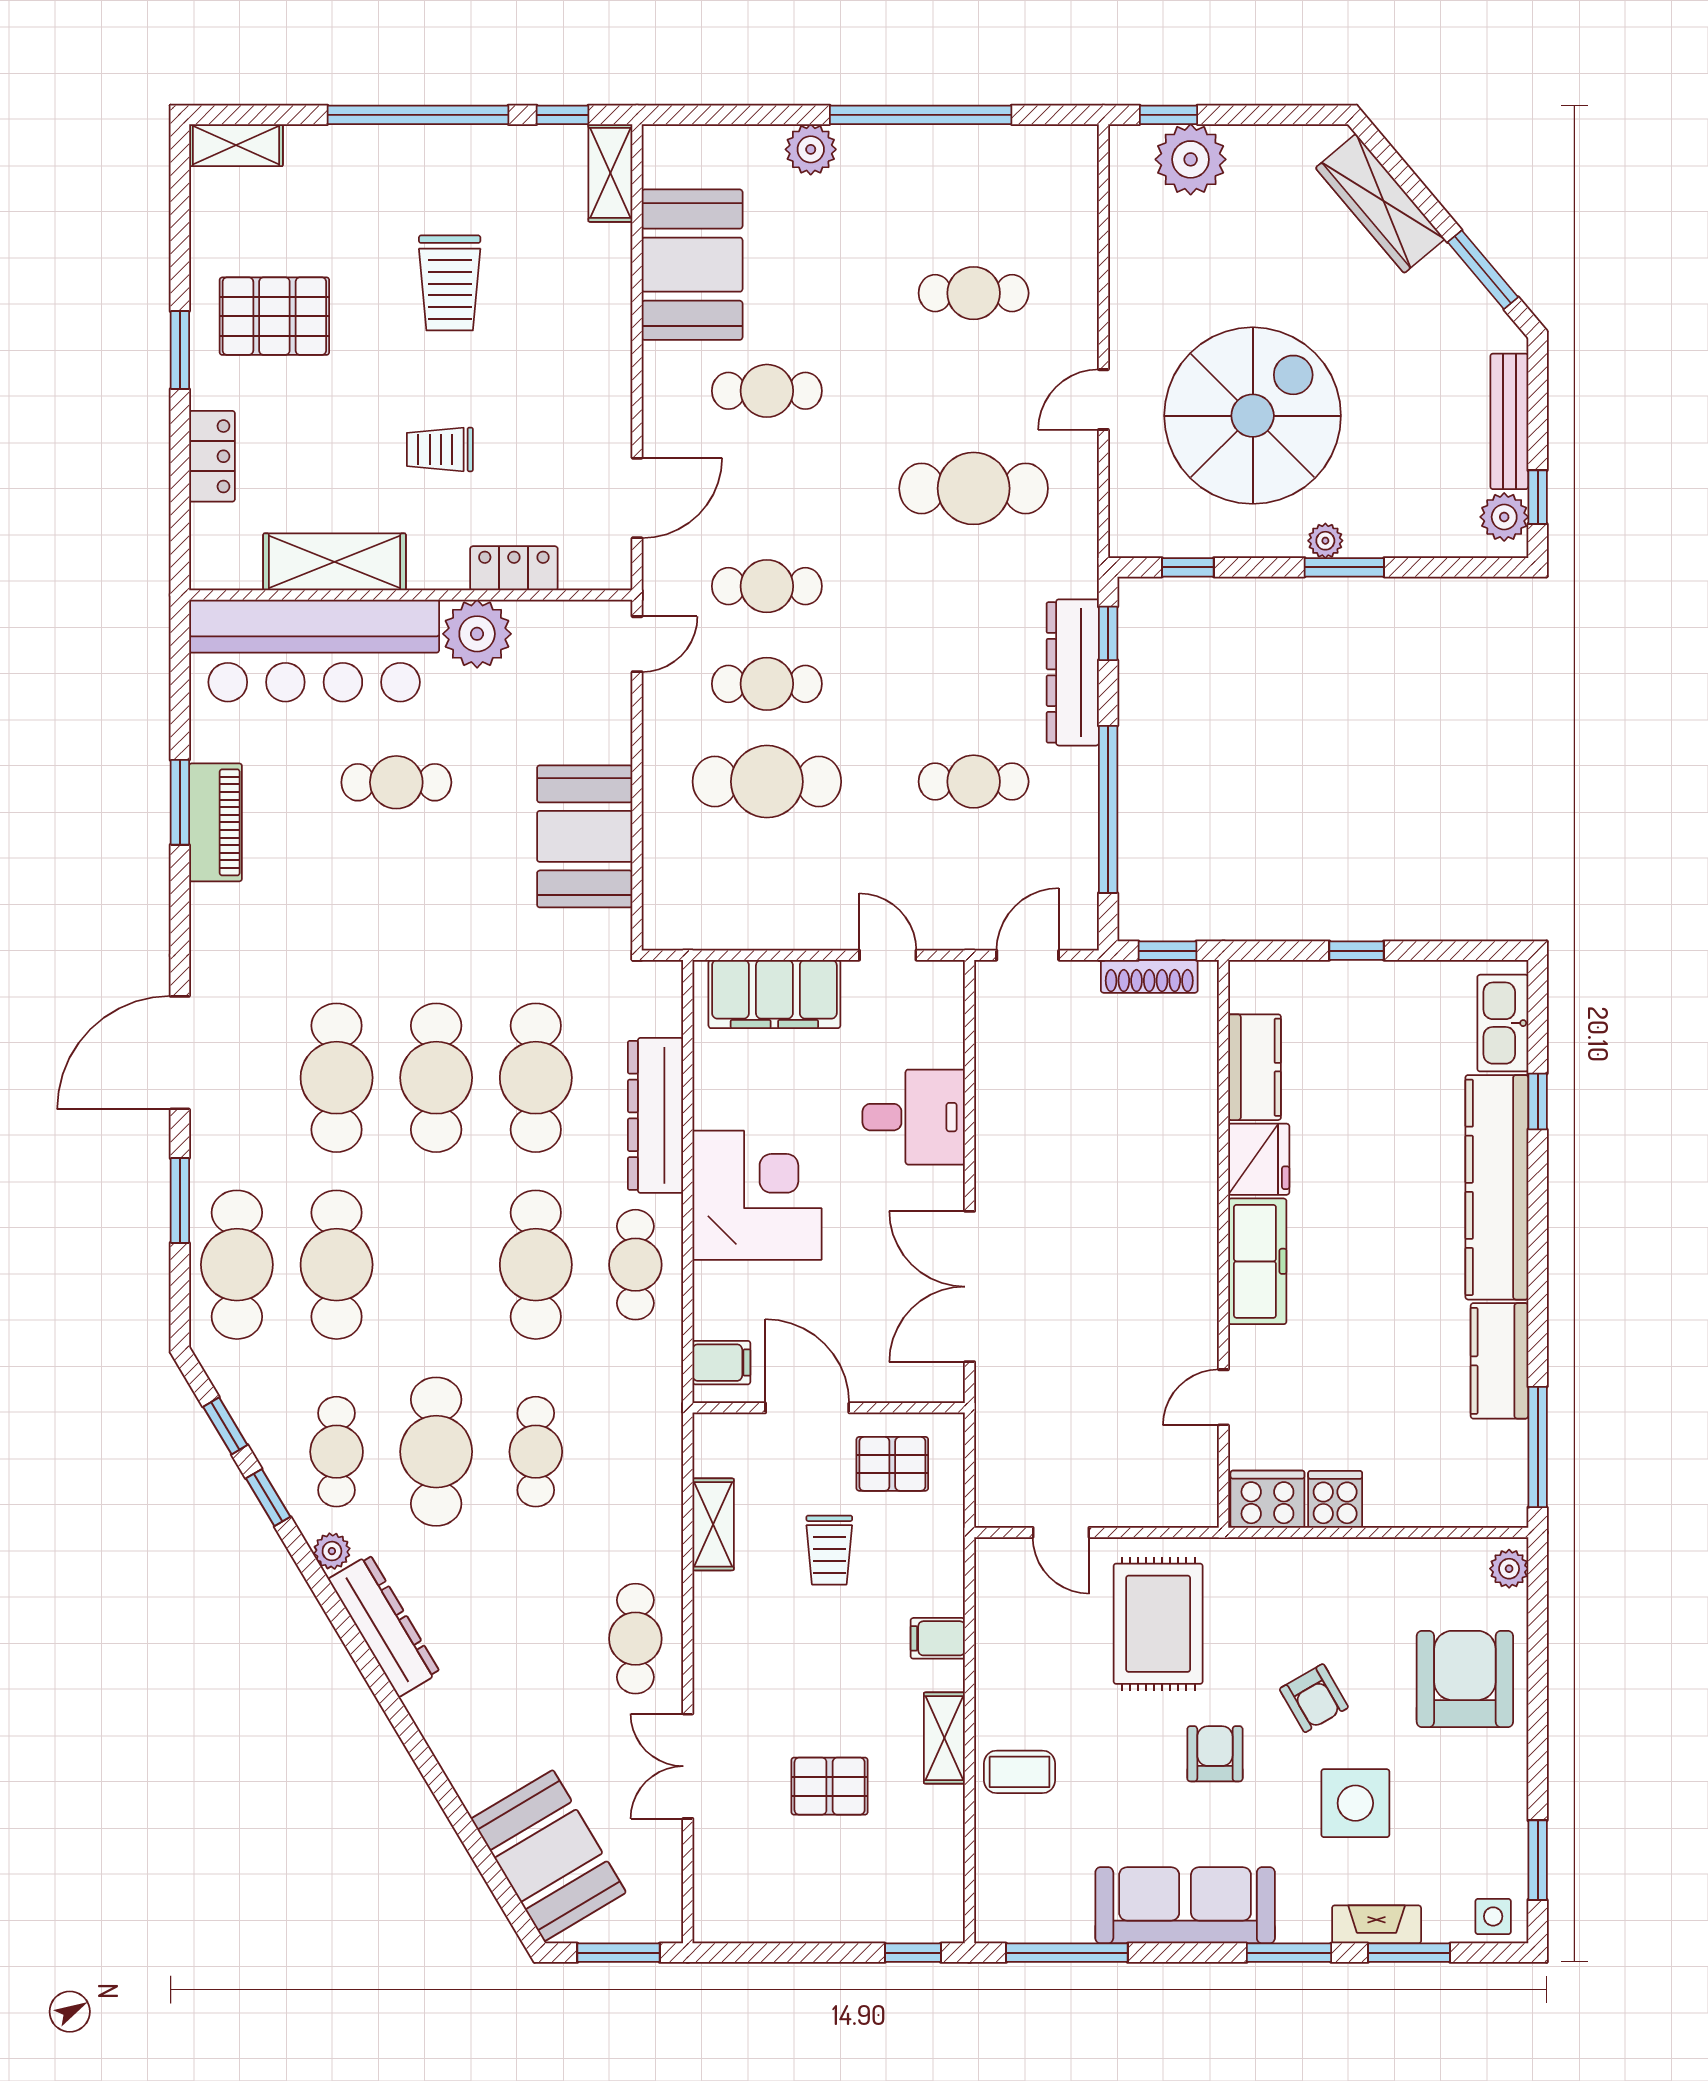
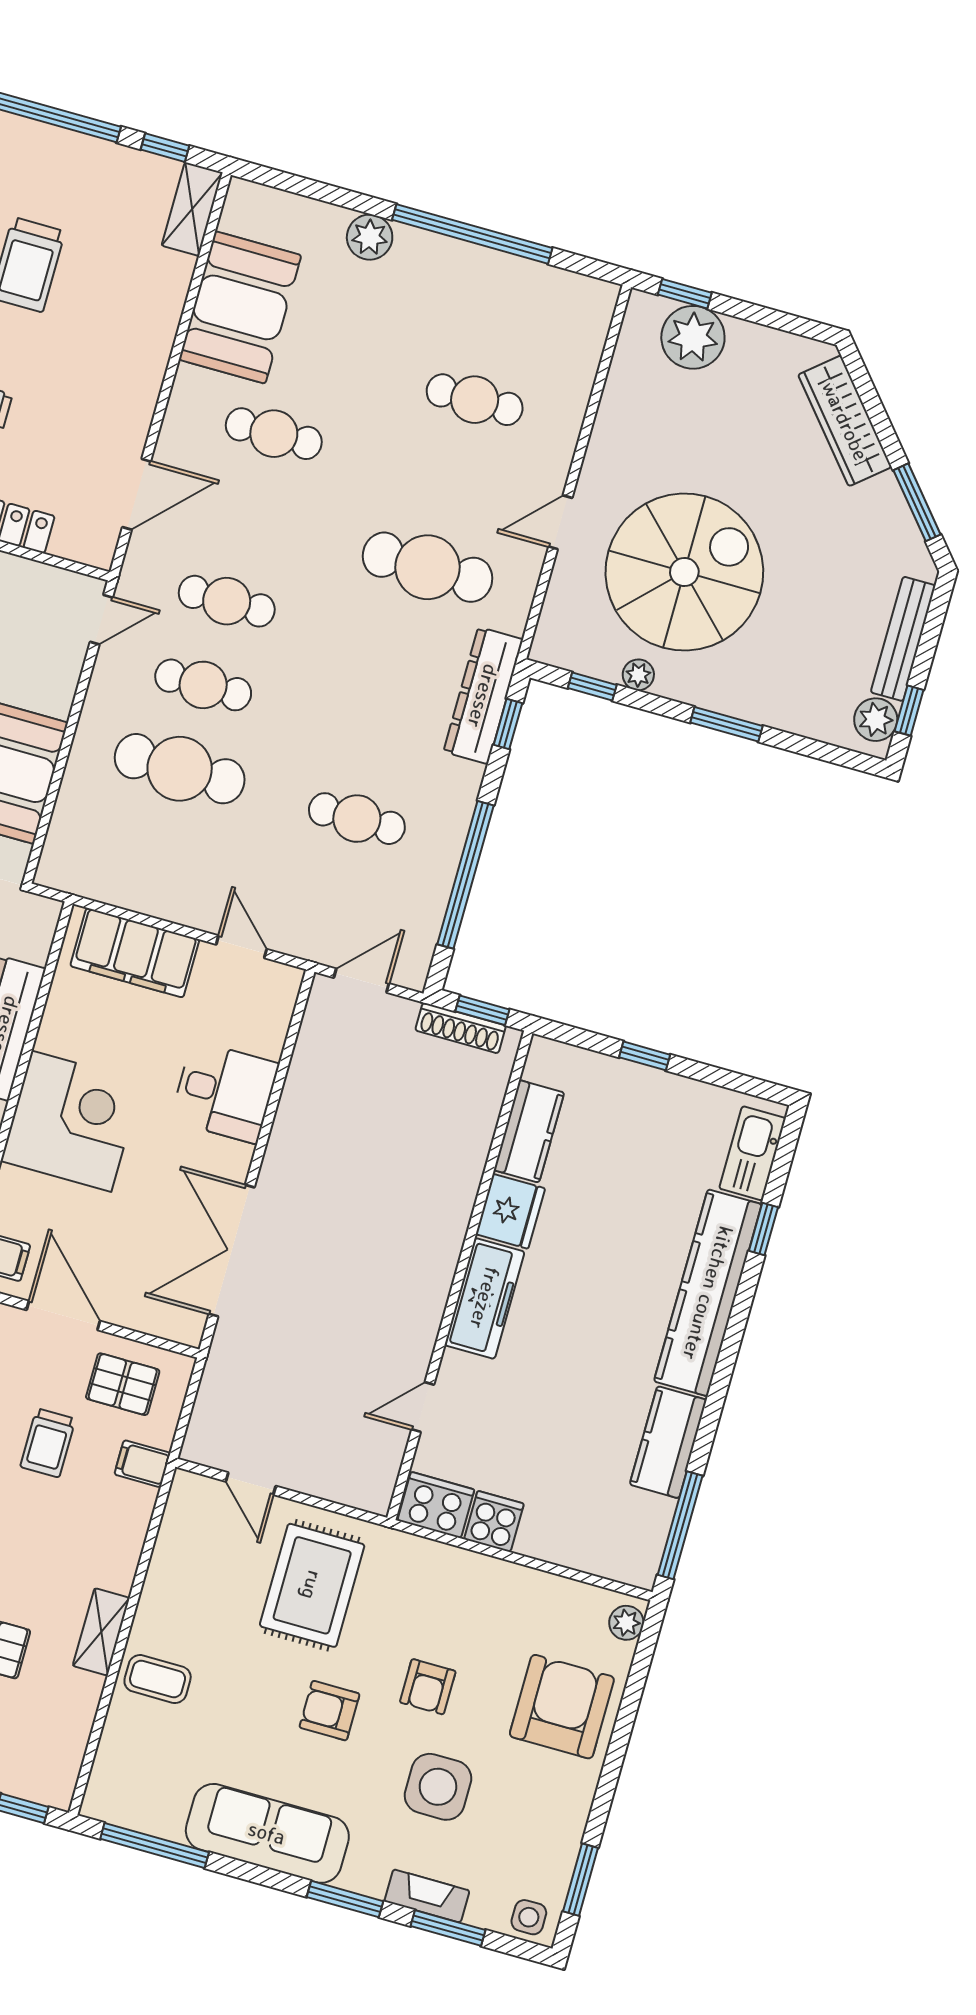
plant: (1325, 541) -> (638, 675), moved
dresser: (1073, 672) -> (483, 696), moved
filing cabinet: (938, 1638) -> (142, 1464), moved
armchair: (1314, 1698) -> (428, 1687), turned 30
armchair: (1215, 1754) -> (329, 1711), turned -90

